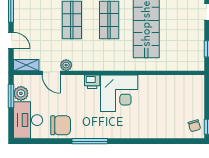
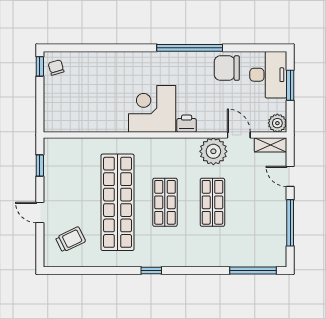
plant: (66, 65) -> (213, 151), width x1.87, depth x1.87
plant: (21, 93) -> (277, 123), moved
window: (11, 96) -> (290, 85), moved
window: (90, 141) -> (190, 48), width x1.46

